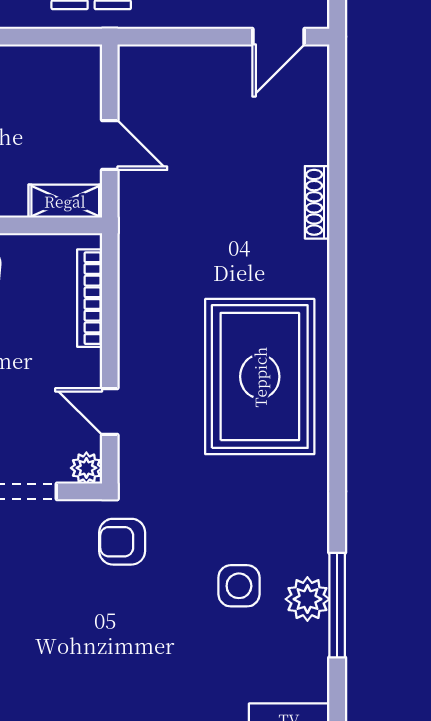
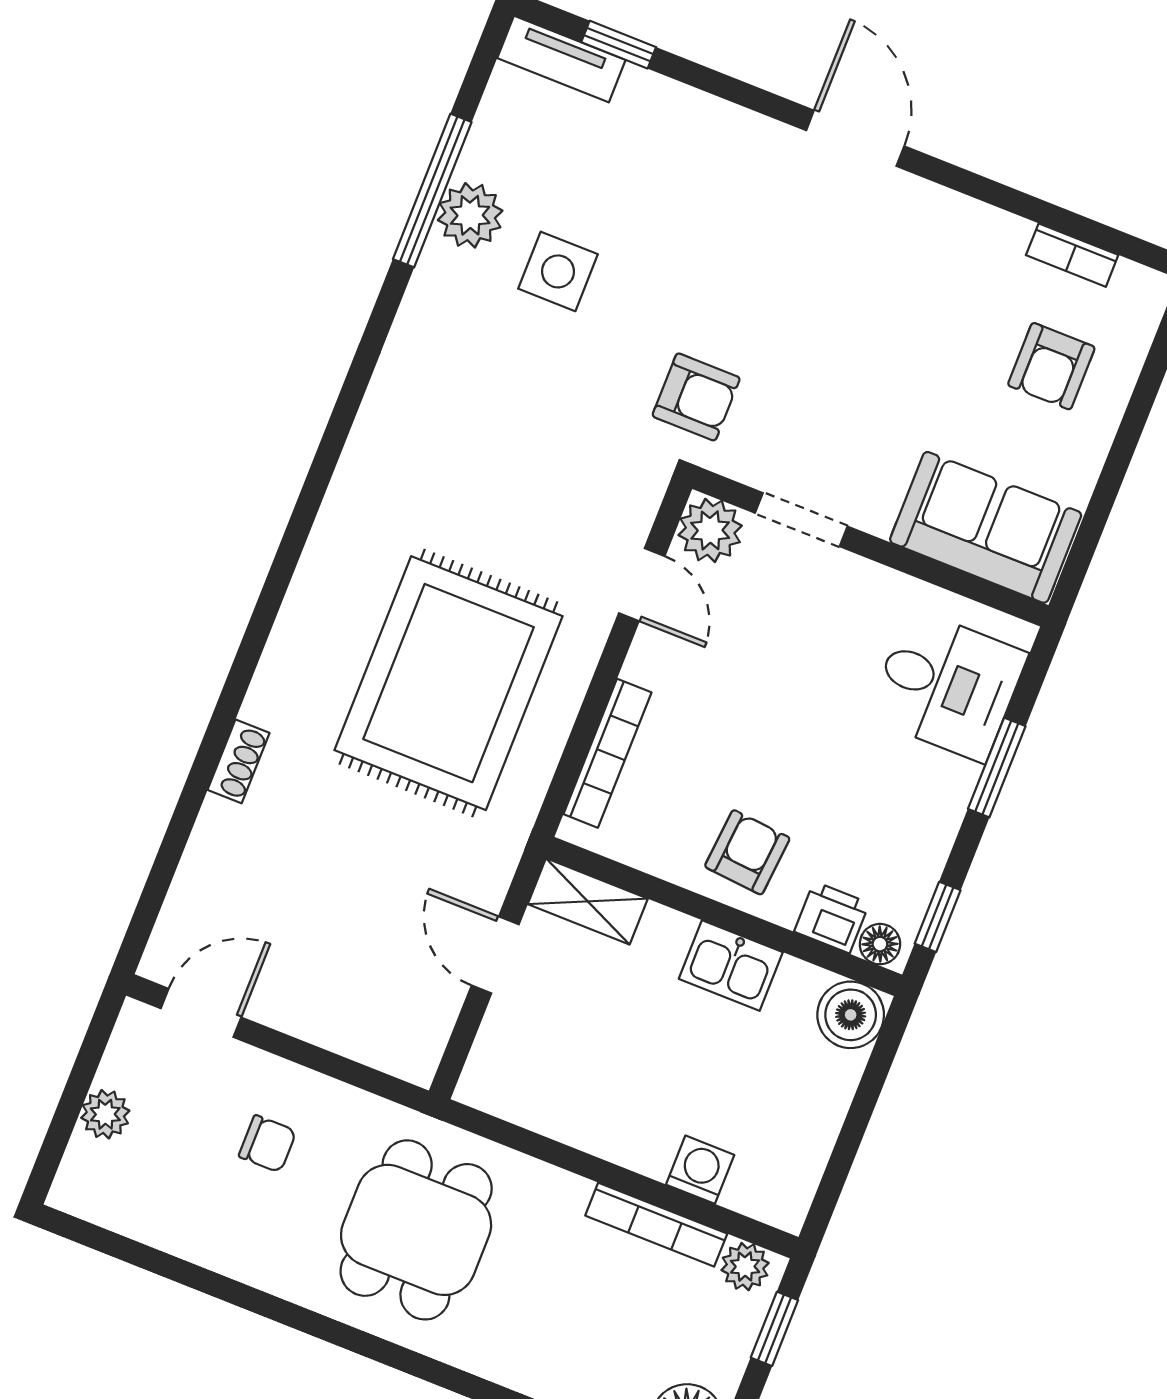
shoe rack: (317, 202) -> (239, 761), width x0.70
rug: (260, 377) -> (448, 683), moved
plant: (86, 468) -> (710, 530), width x1.38, depth x1.38

